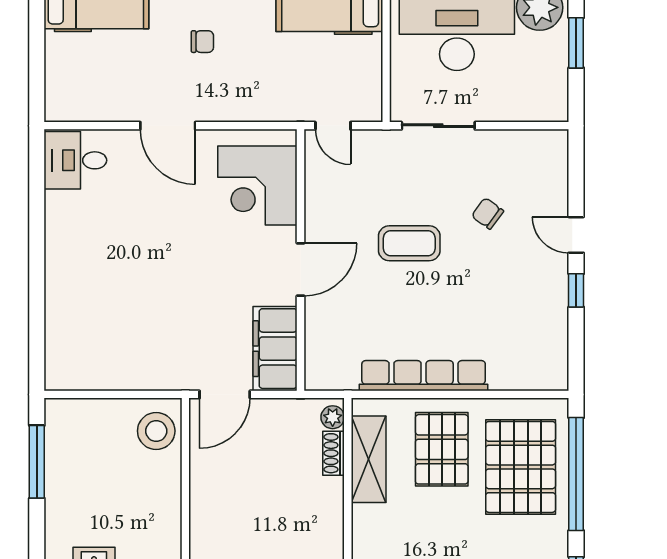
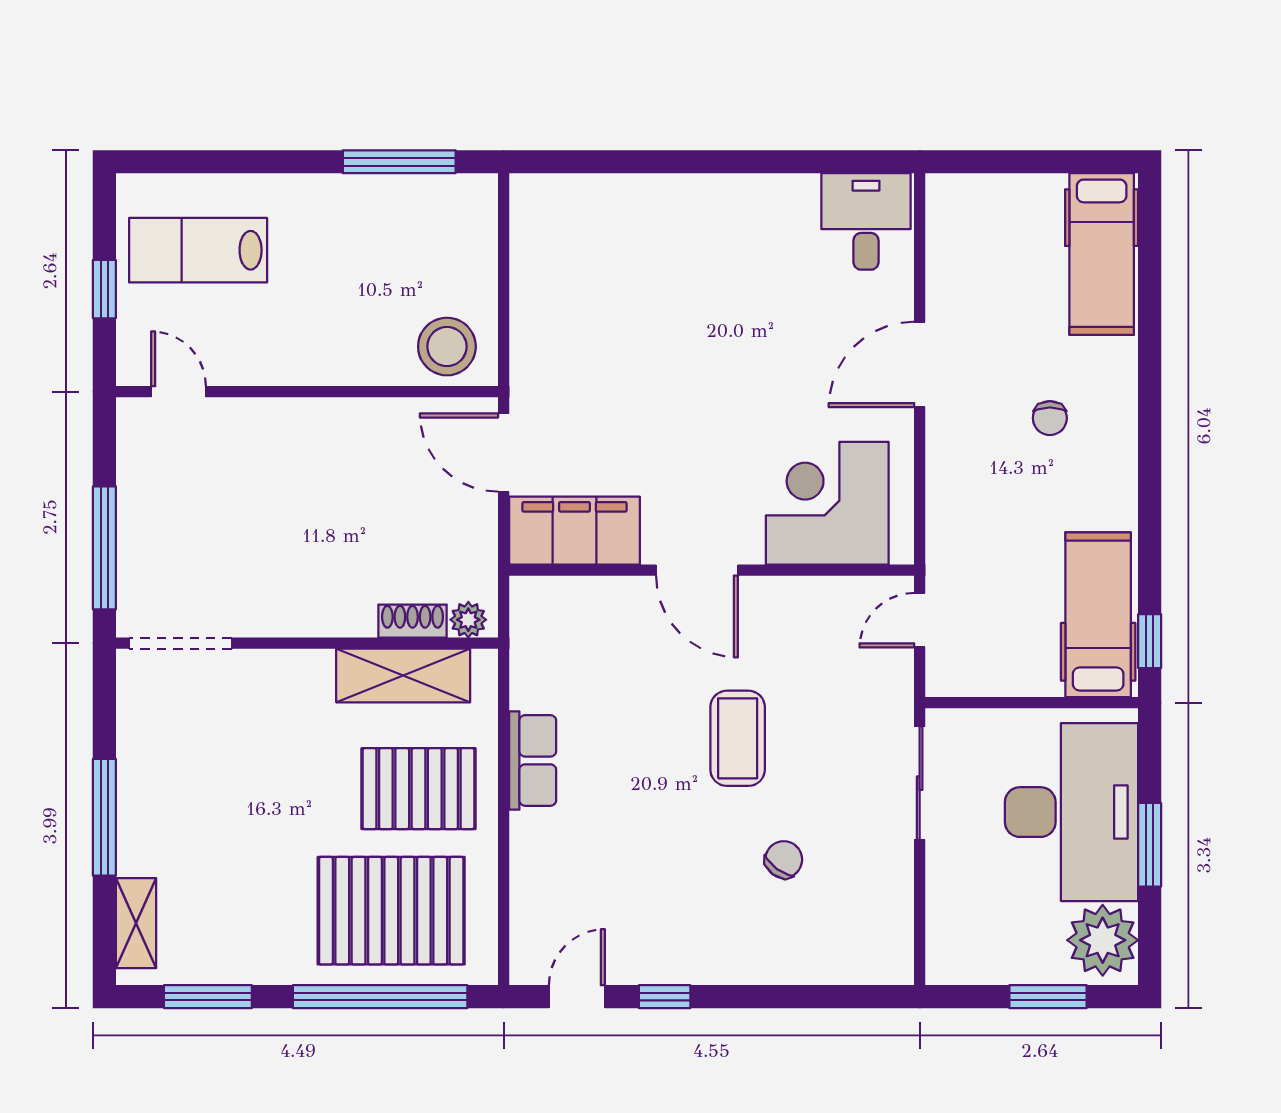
door: (576, 235) -> (577, 997), moved
row of seats: (424, 376) -> (533, 760), width x0.50

